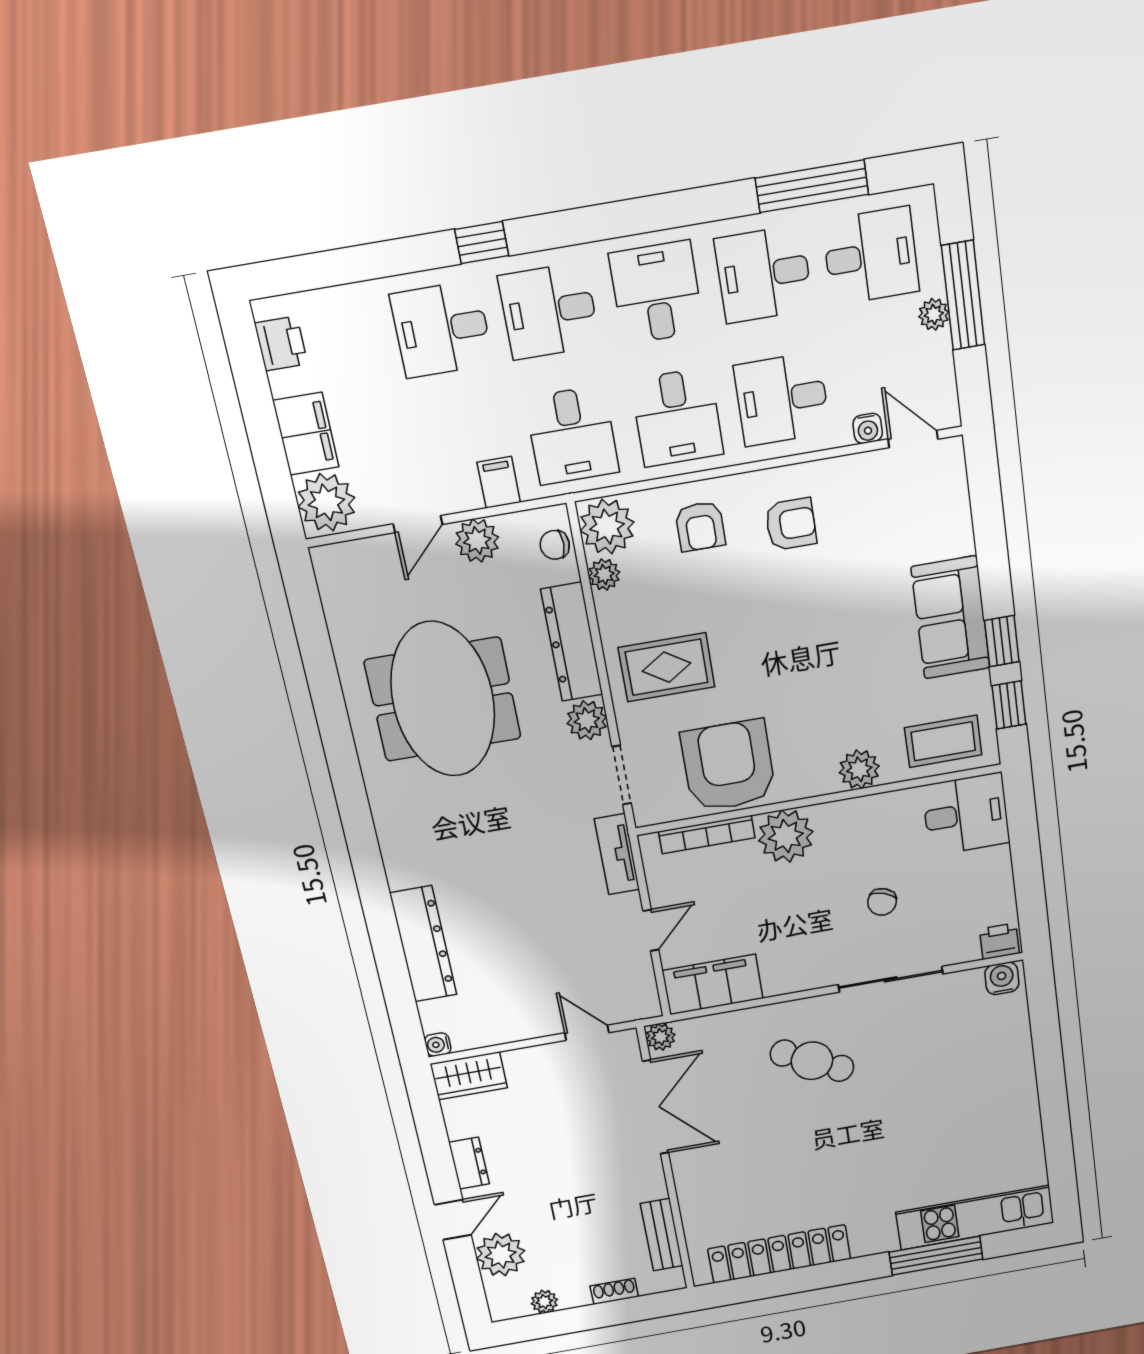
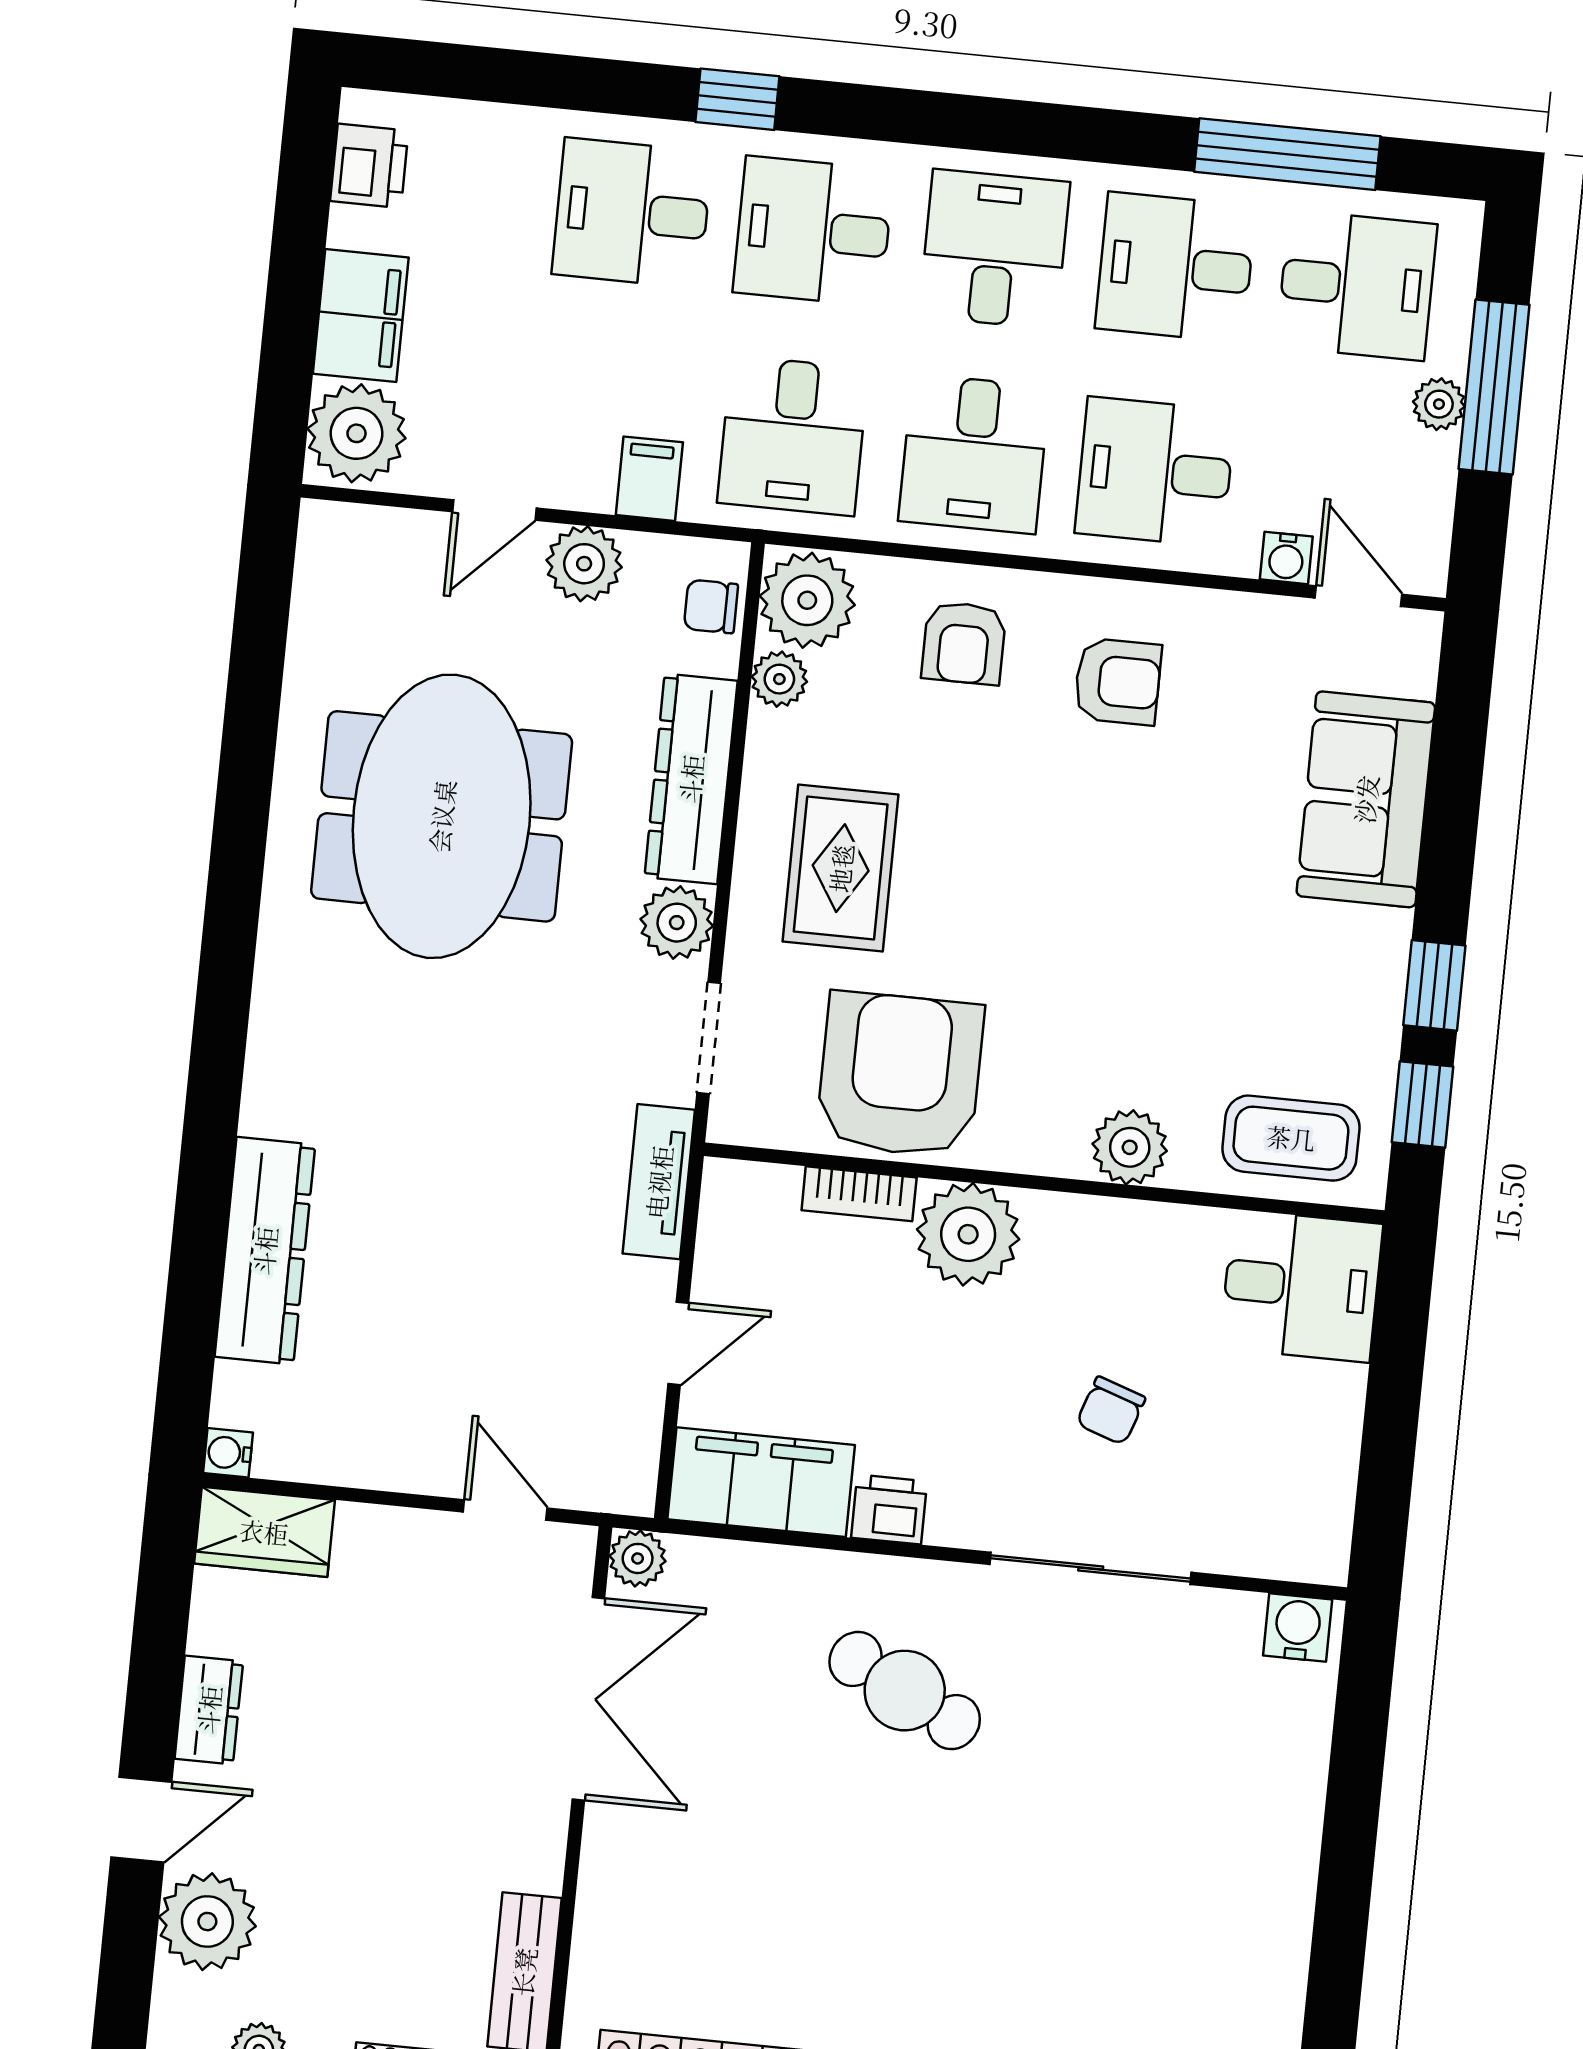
sofa: (951, 618) -> (1366, 799), moved
rug: (667, 667) -> (841, 868), turned 90
bookcase: (707, 835) -> (859, 1194), width x0.64
printer: (999, 941) -> (889, 1509), moved

